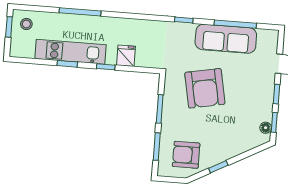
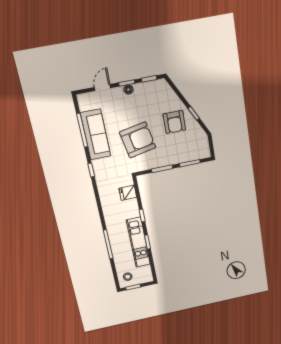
fridge: (126, 56) -> (128, 193), moved
floor lamp: (266, 128) -> (128, 90), moved
armchair: (186, 155) -> (174, 122), moved

